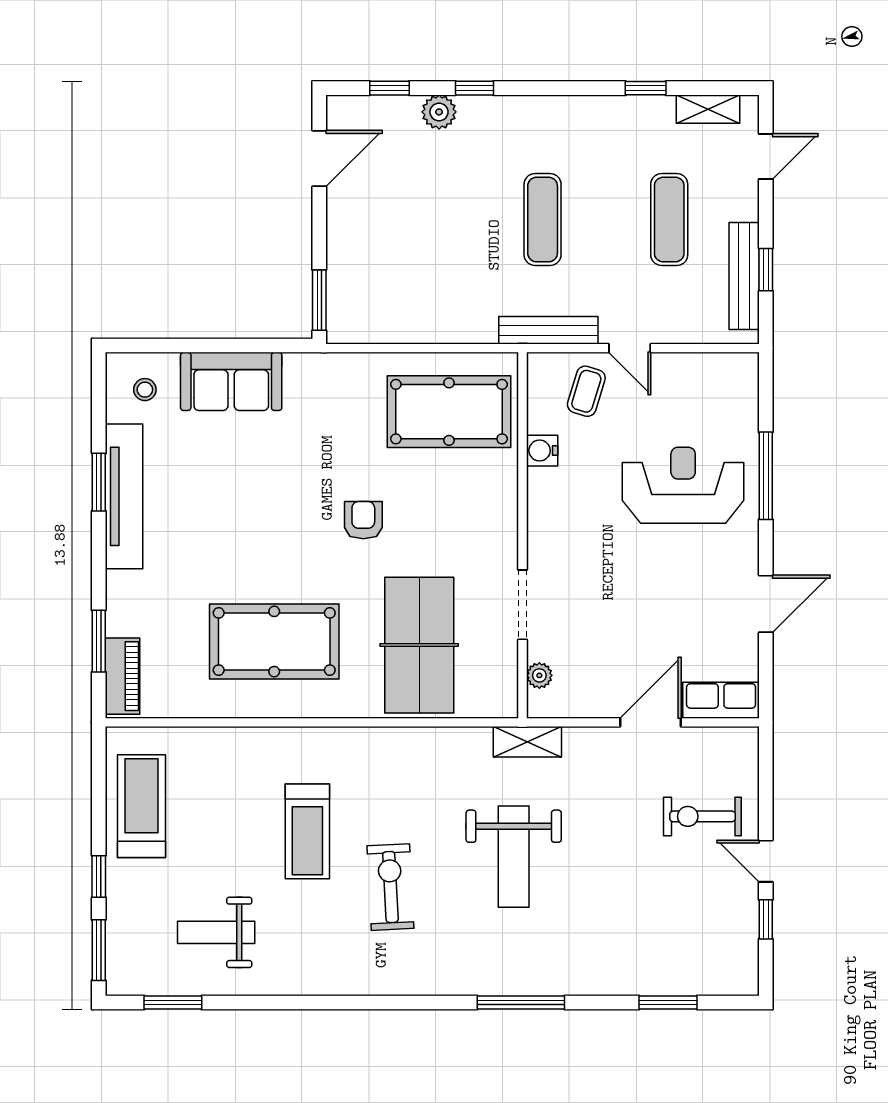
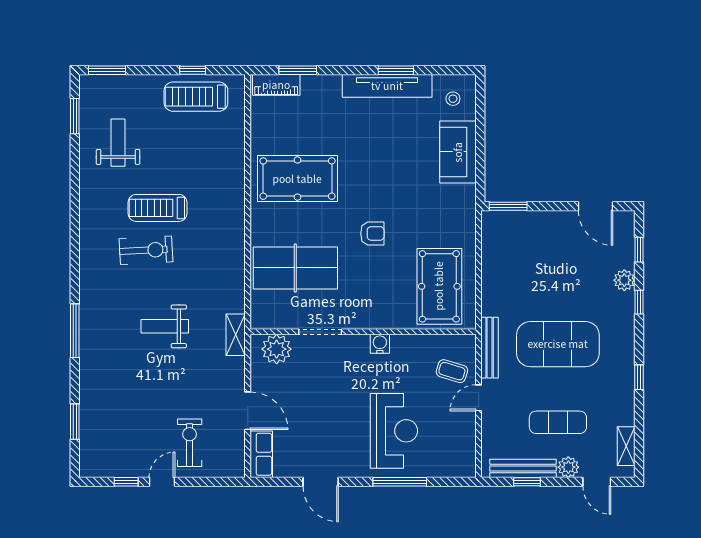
window: (646, 88) -> (639, 377), moved
plant: (742, 203) -> (568, 467), added
exercise mat: (543, 220) -> (558, 344), width x2.00, depth x1.45
water cooler: (542, 451) -> (380, 344), moved
pool table: (274, 641) -> (297, 179), turned 90
plant: (539, 675) -> (277, 349), width x1.88, depth x1.88
treadmill: (141, 806) -> (196, 97), turned 180
treadmill: (307, 831) -> (158, 208), moved
weight bench: (514, 857) -> (165, 326), width x0.73, depth x0.75
window: (99, 877) -> (193, 70), moved

